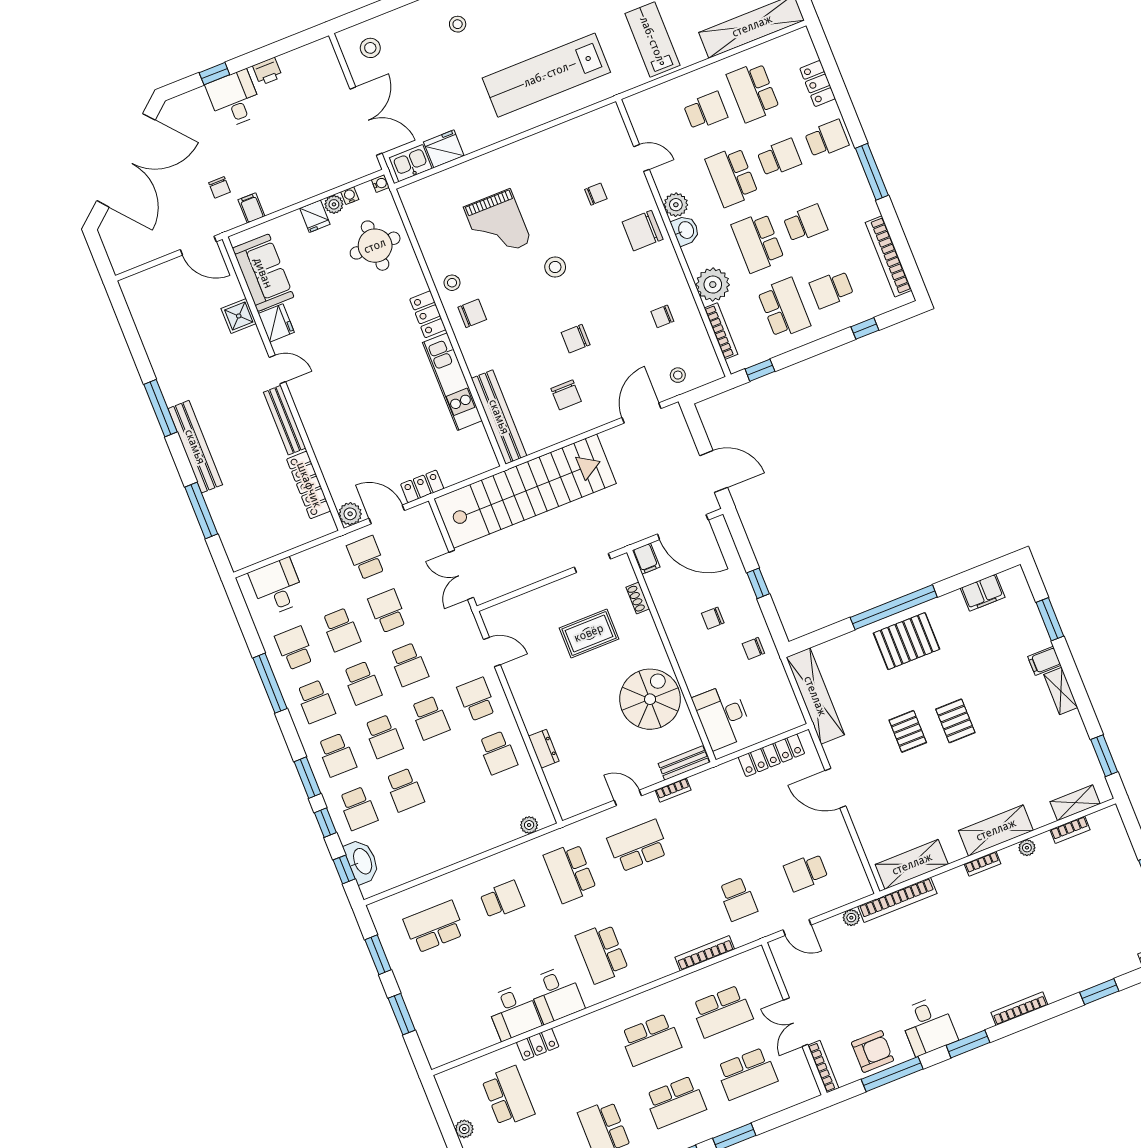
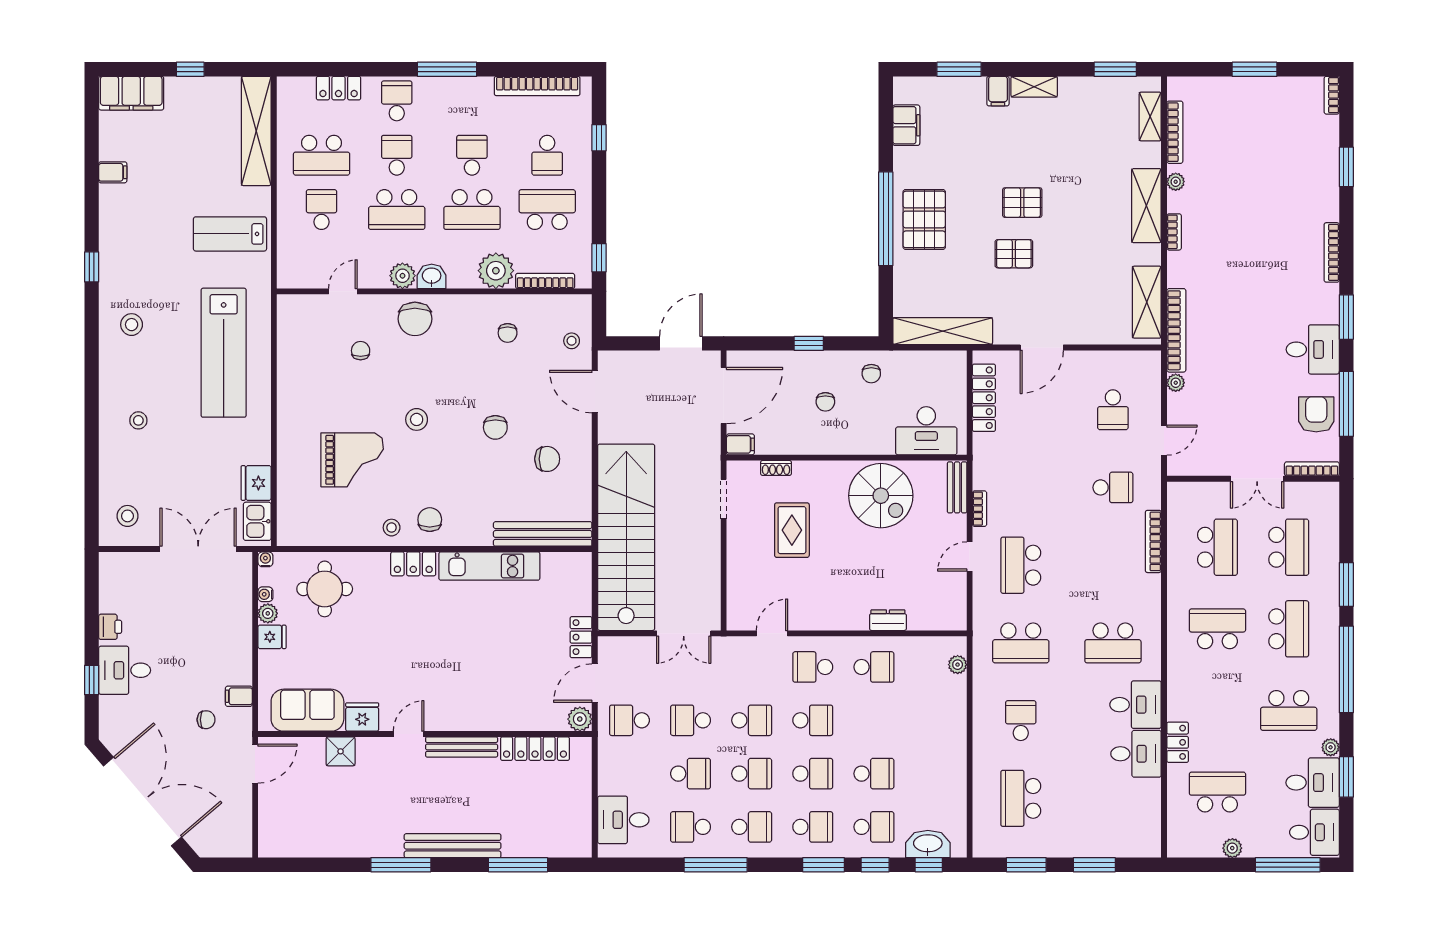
spiral stairs: (650, 699) -> (881, 496), turned 180
bookcase: (1070, 830) -> (1175, 132), width x1.56
school desk: (651, 1040) -> (1217, 629), turned -90

